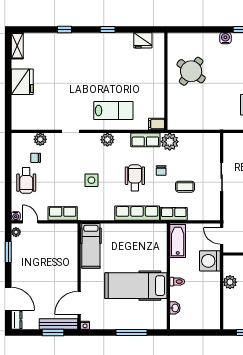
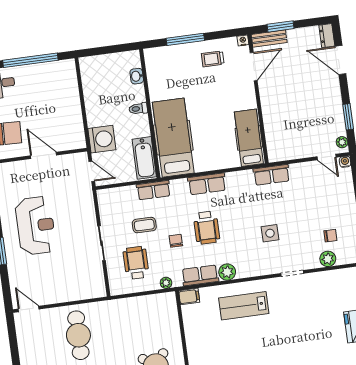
plant: (107, 140) -> (227, 272), moved
plant: (170, 142) -> (166, 283), width x0.53, depth x0.53
side table: (91, 180) -> (270, 233), moved
wheelchair: (26, 181) -> (136, 263), moved
row of seats: (63, 213) -> (271, 175), moved
row of seats: (137, 213) -> (207, 184), width x0.68
plant: (230, 282) -> (74, 117), removed
hospital bed: (136, 286) -> (173, 138), moved, turned -90
trolley: (112, 314) -> (213, 59), added
bench: (59, 324) -> (269, 38), width x0.73

